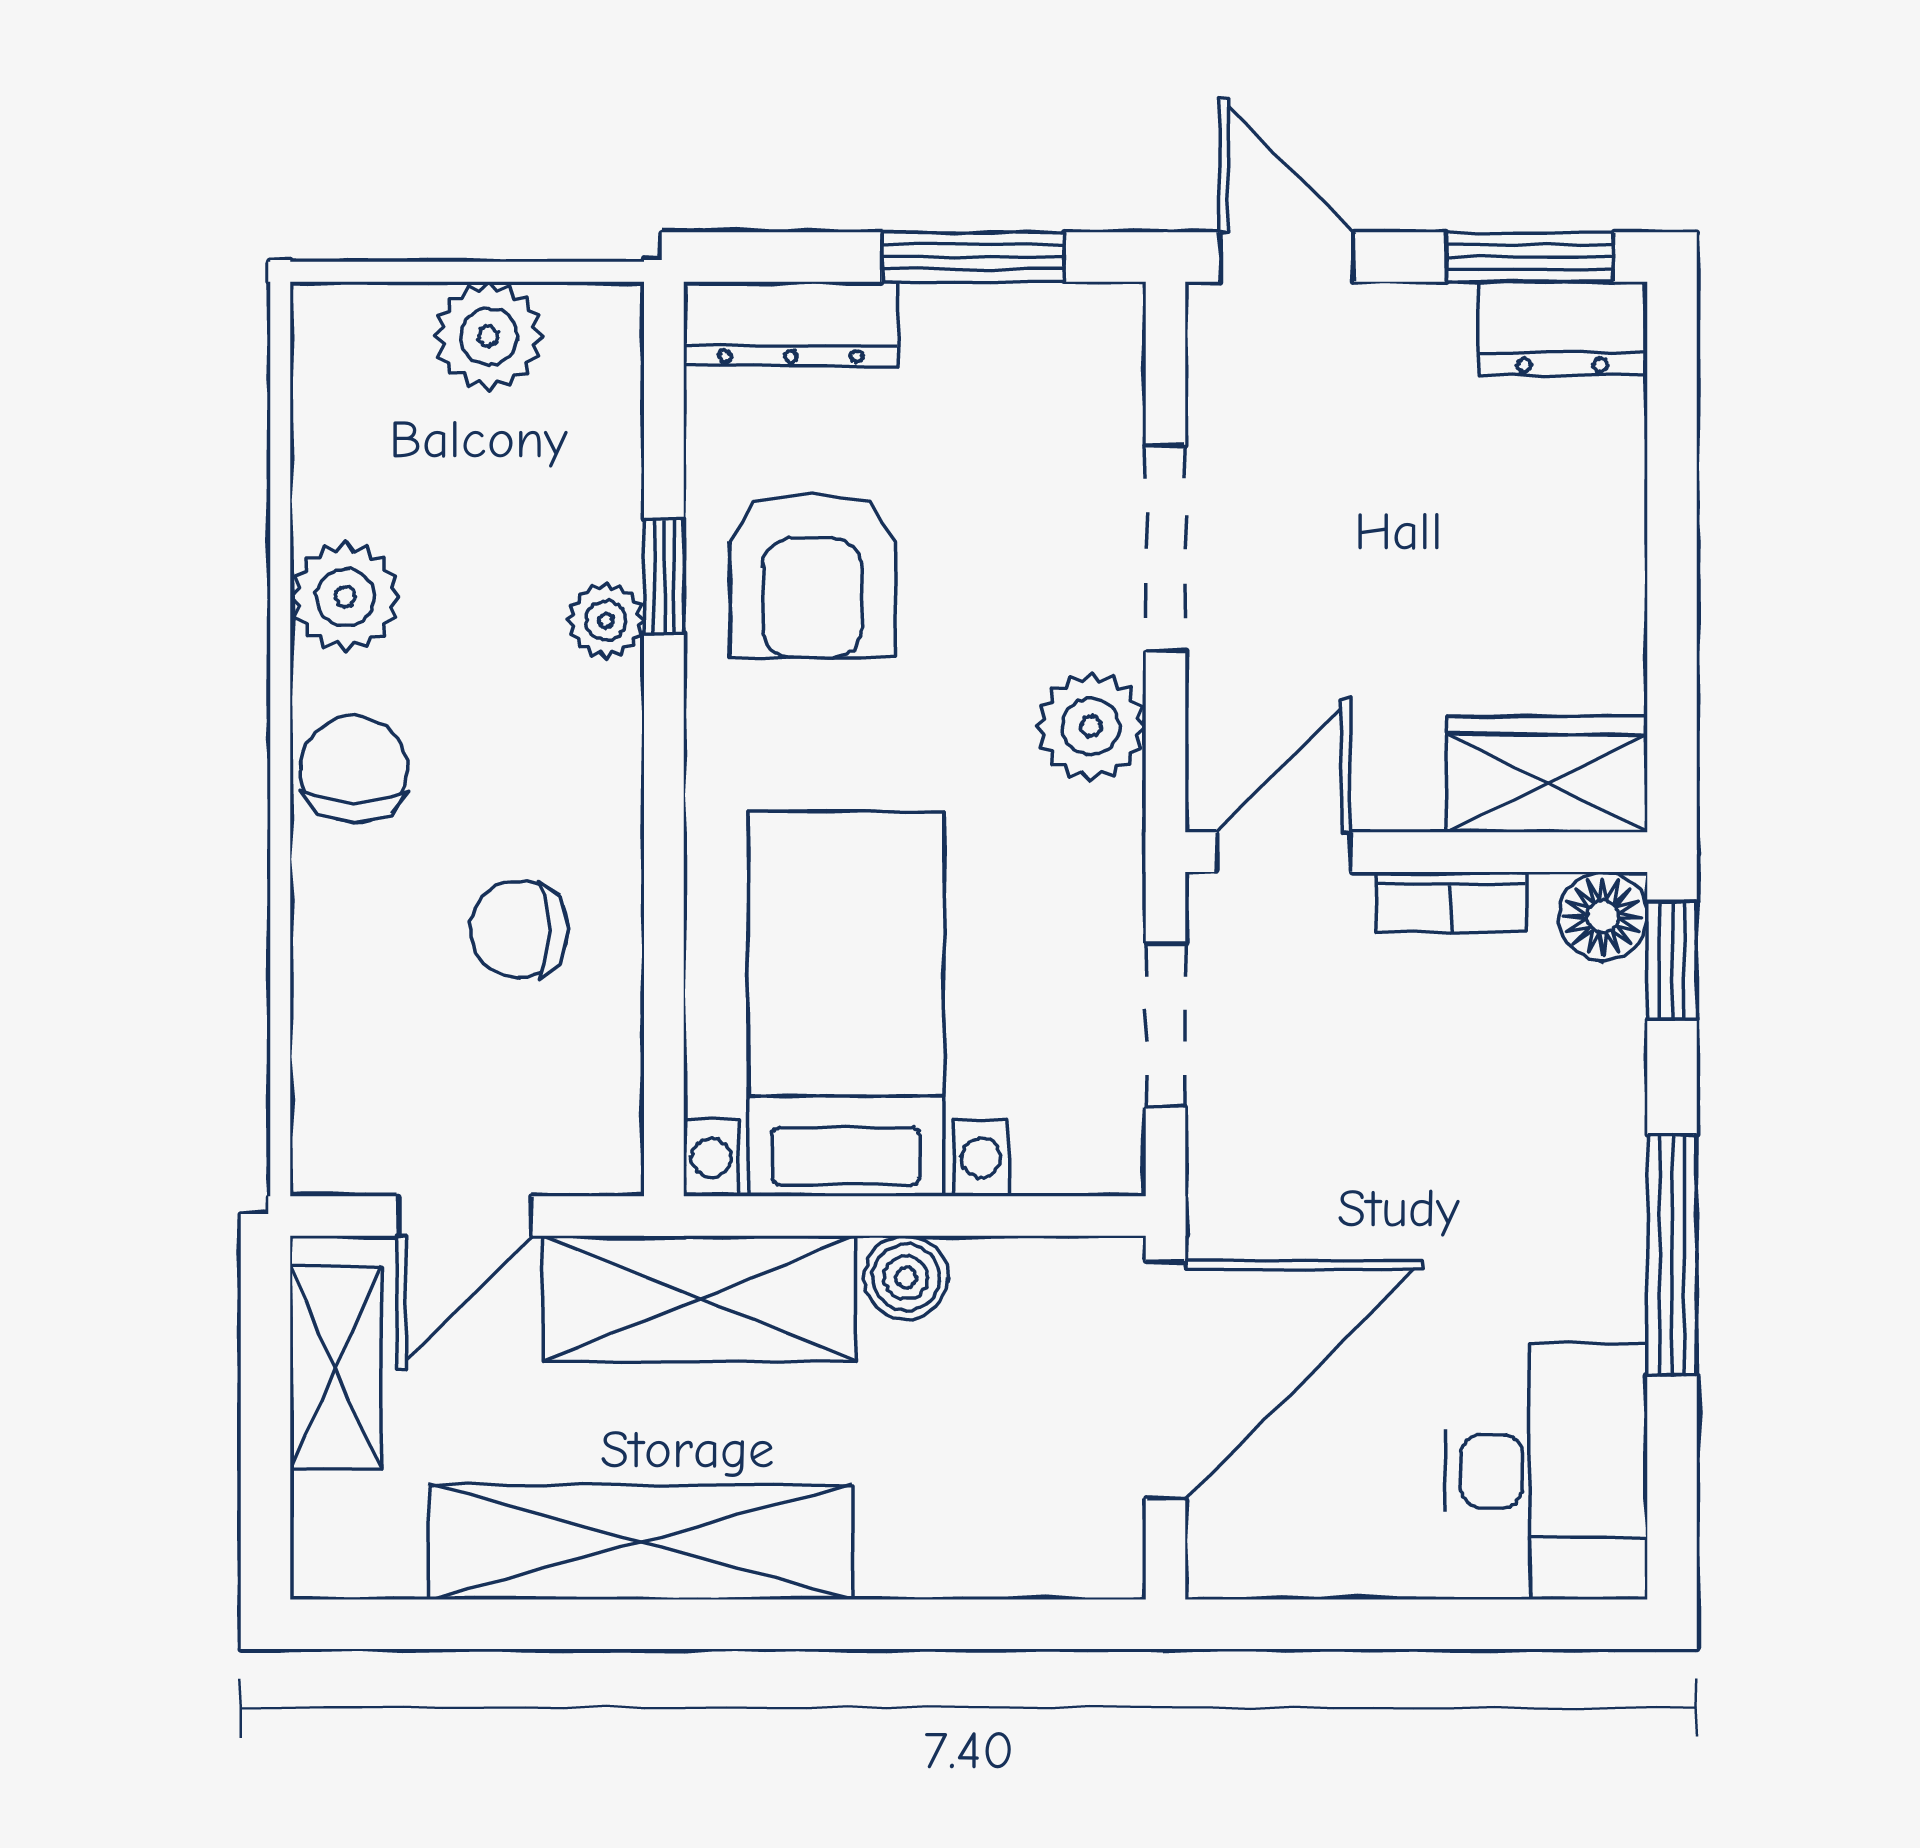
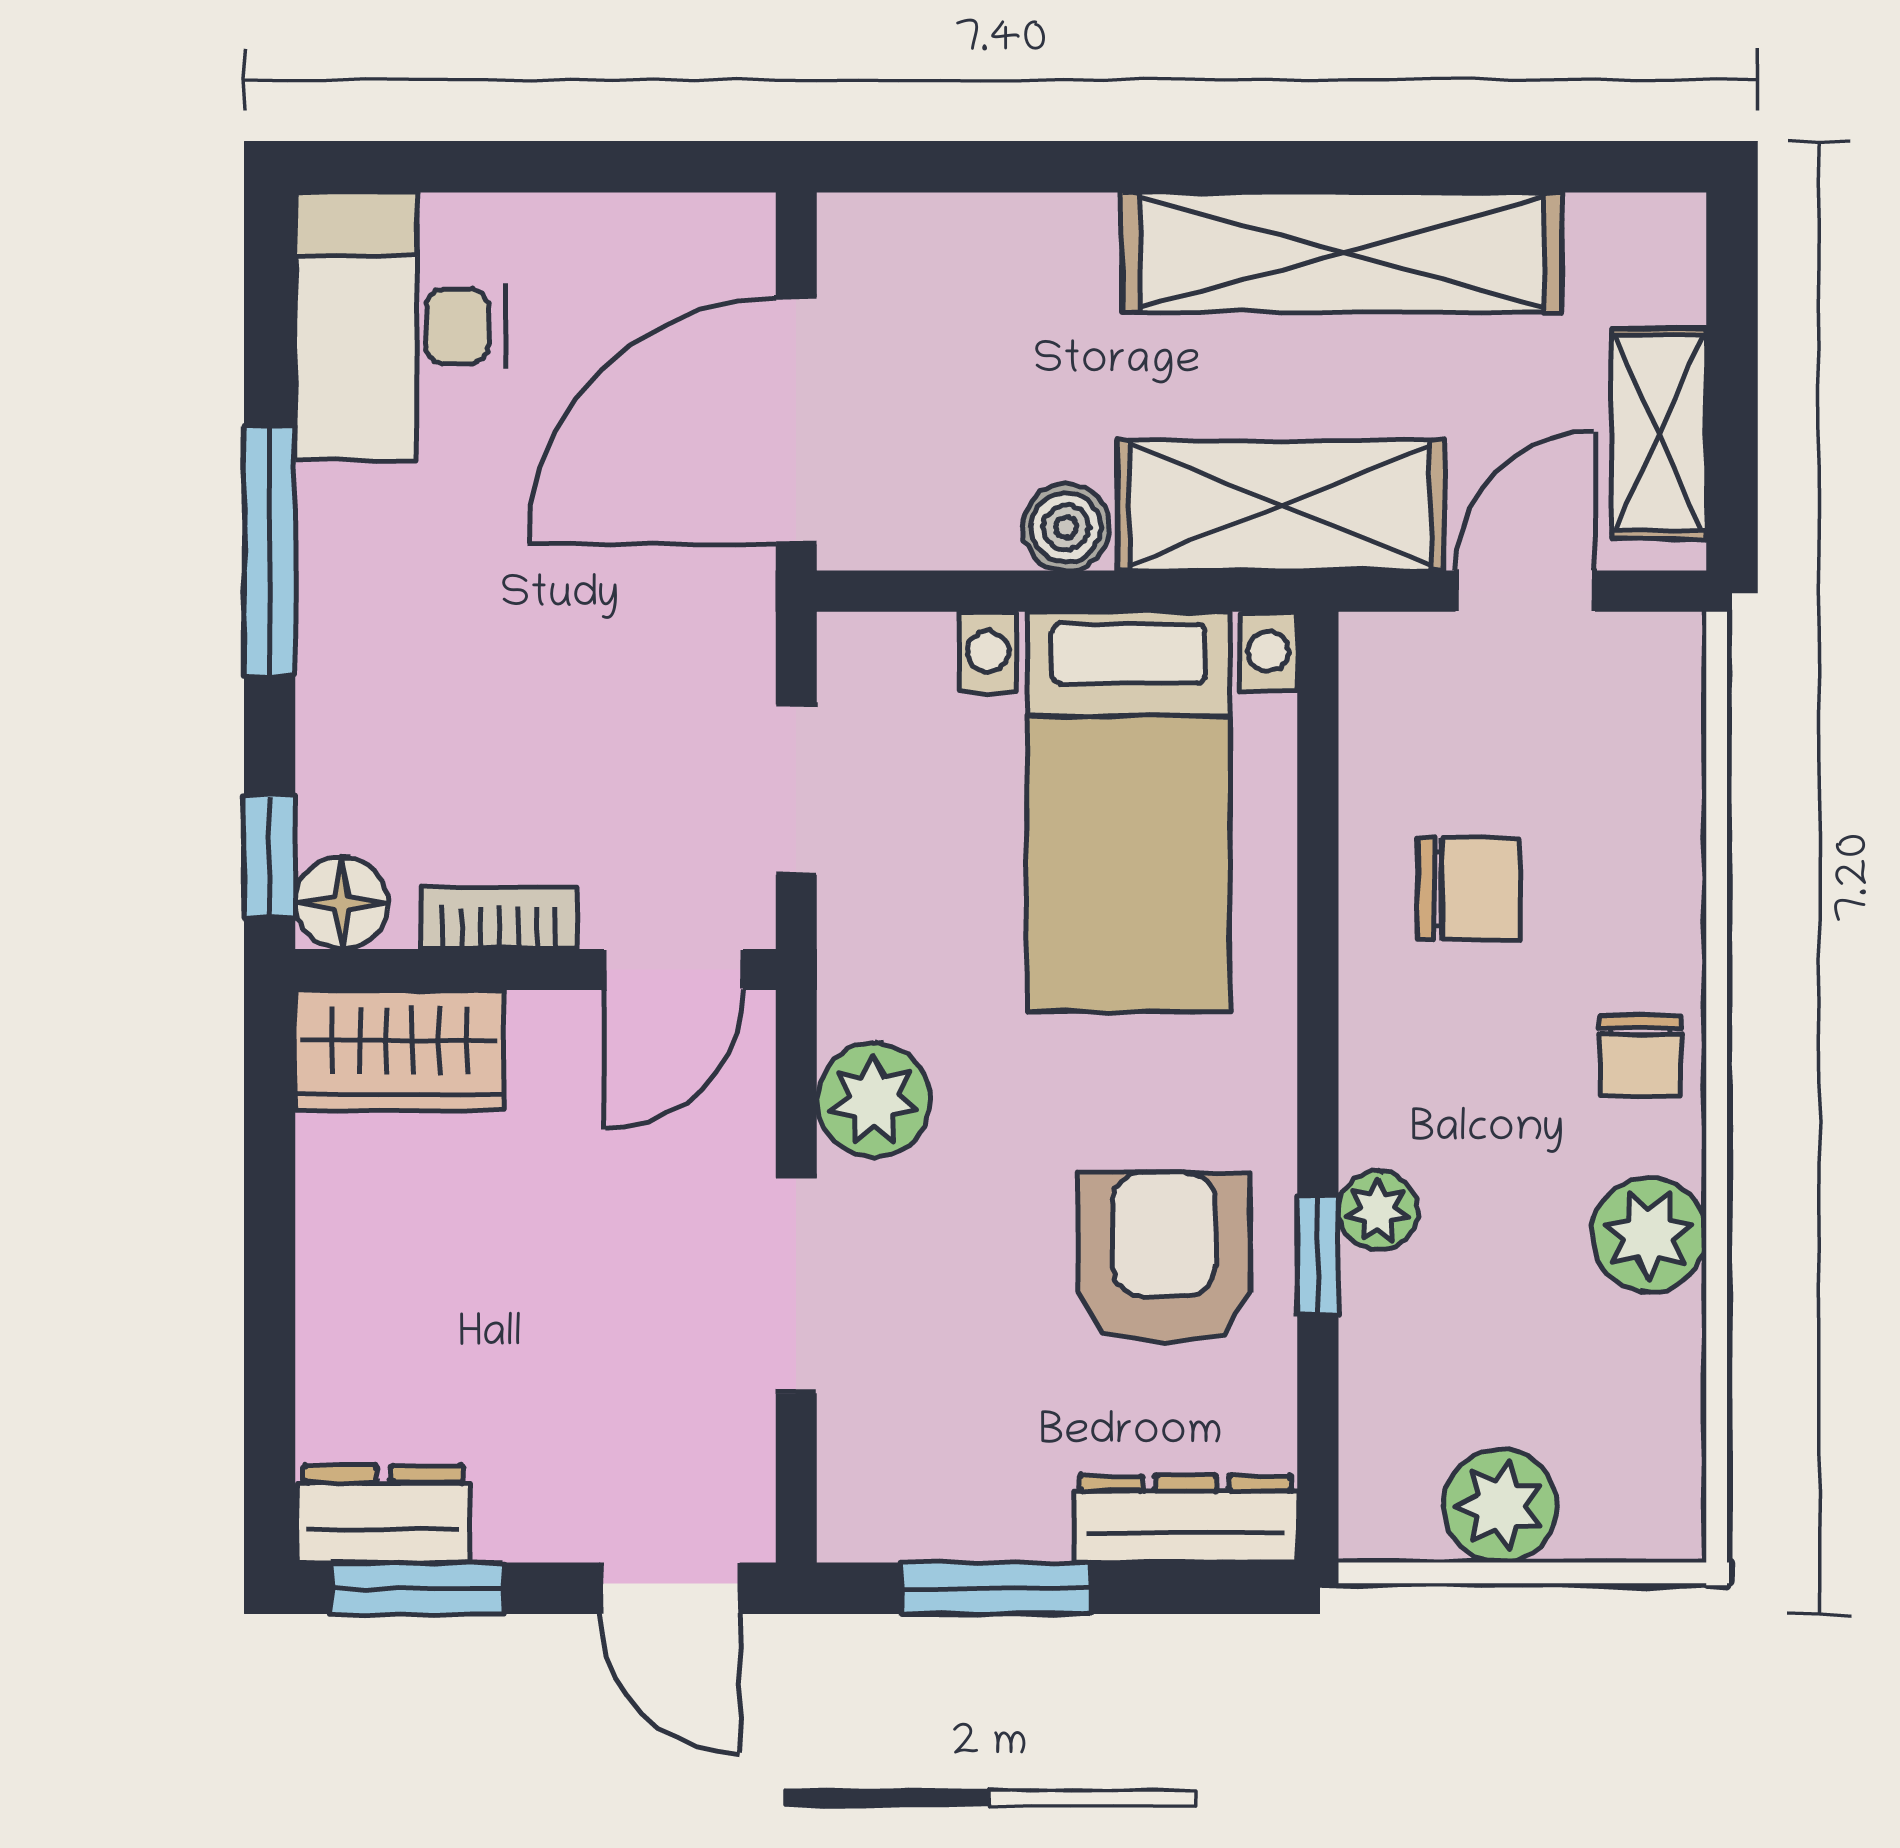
chair: (354, 769) -> (1640, 1056), width x0.73, depth x0.73

